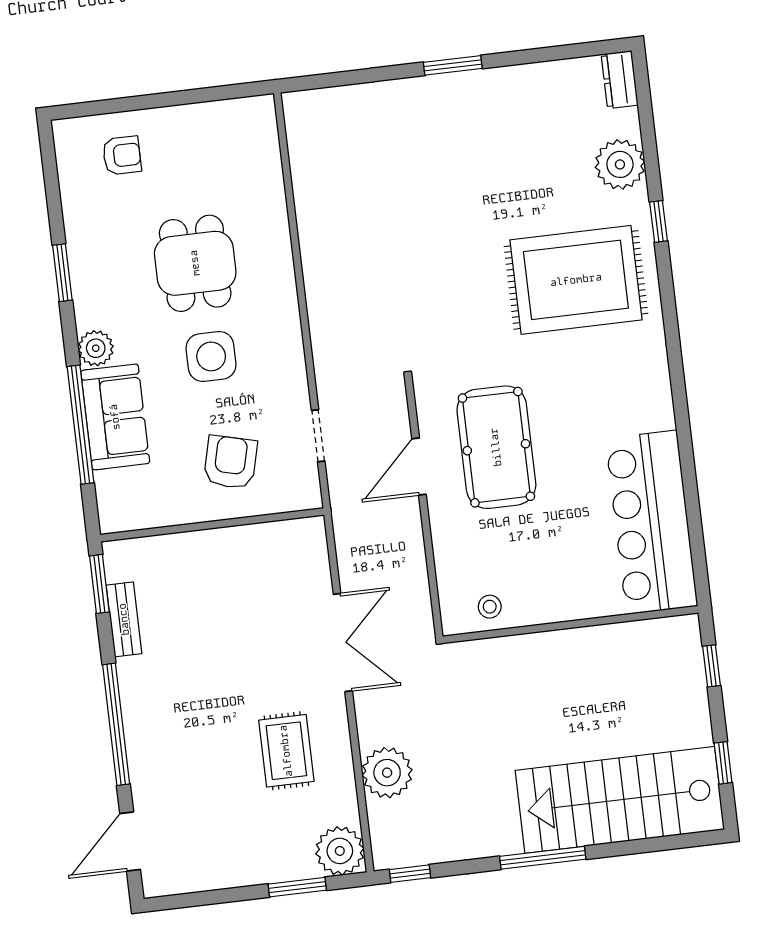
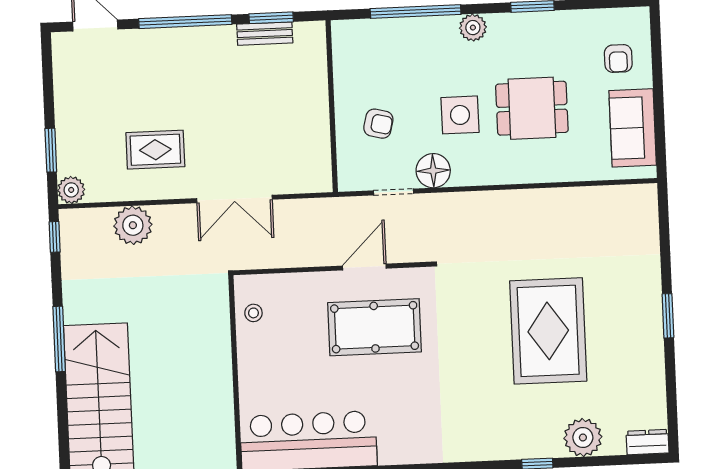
rug: (576, 280) -> (548, 331), moved
floor lamp: (286, 386) -> (433, 171), added
sofa: (115, 417) -> (633, 128), moved, turned 90
armchair: (230, 462) -> (378, 124), width x0.72, depth x0.72
door: (419, 467) -> (364, 267), hinge flipped
window: (99, 584) -> (271, 18), moved
plant: (340, 851) -> (71, 190), width x0.73, depth x0.73

